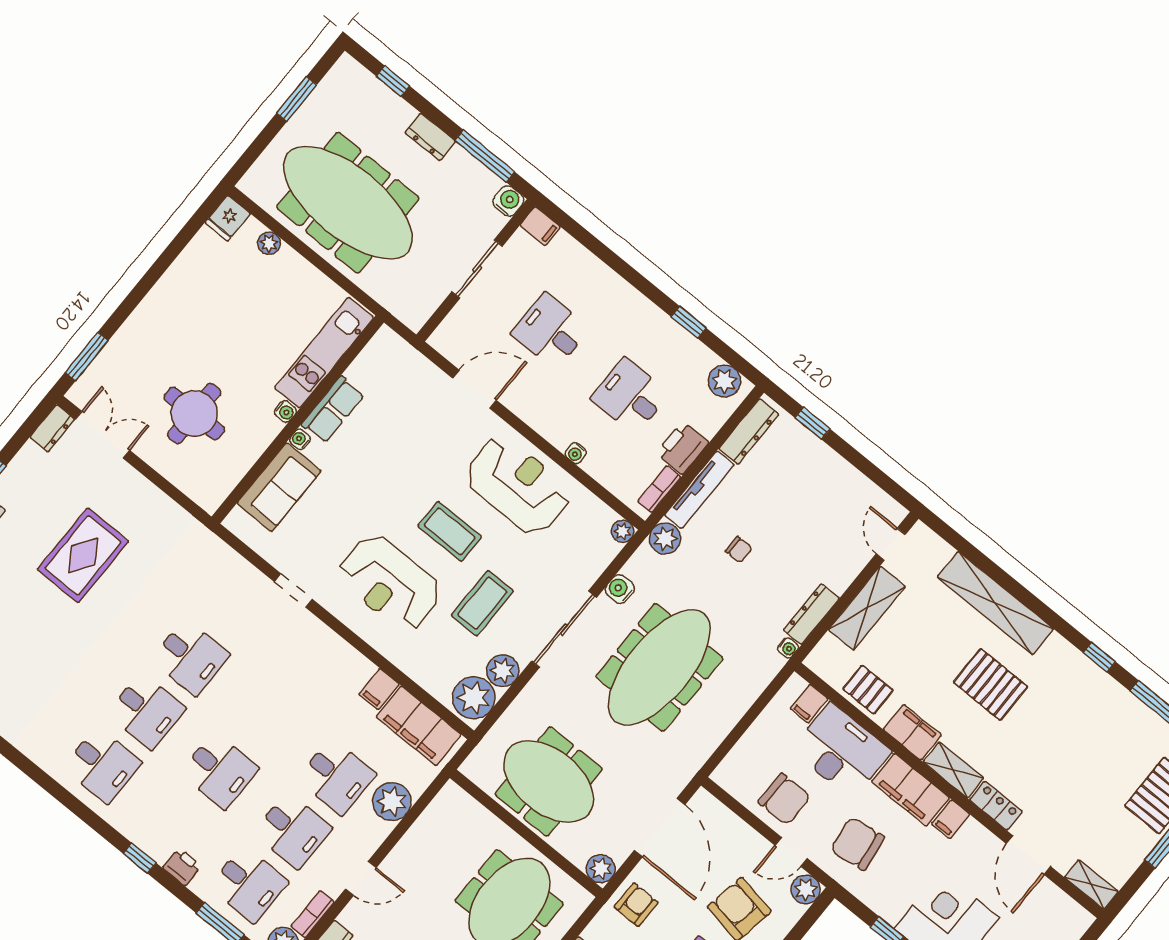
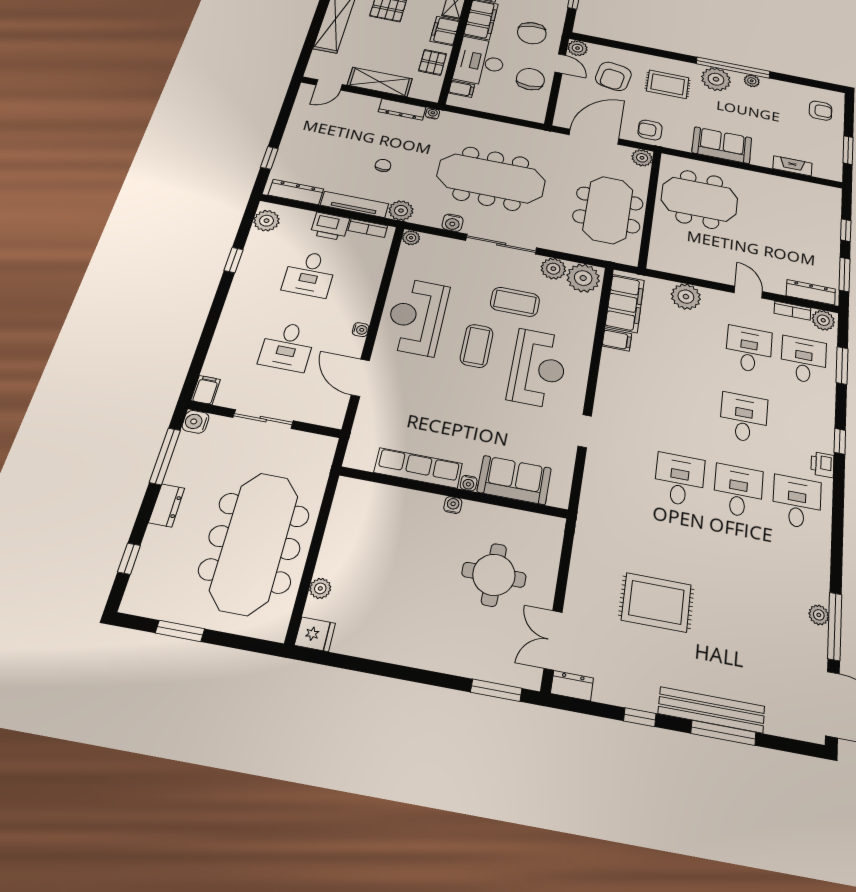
kitchen unit: (324, 353) -> (390, 499), removed
row of seats: (333, 410) -> (418, 468), width x1.48
water cooler: (576, 453) -> (361, 330), moved
desk: (337, 777) -> (694, 339), removed
printer: (182, 867) -> (822, 465), moved

